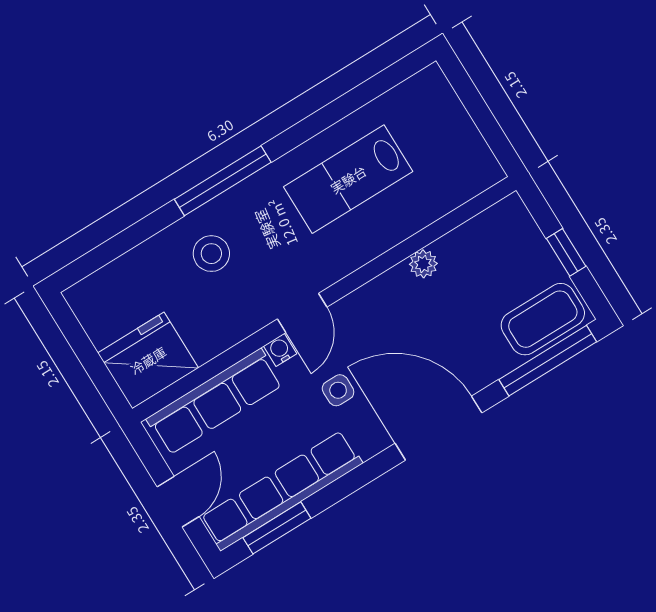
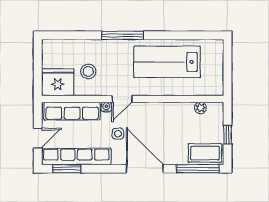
lab bench: (348, 179) -> (167, 62), width x1.36, depth x1.39
stool: (211, 254) -> (88, 71), moved
plant: (423, 264) -> (200, 108), moved

